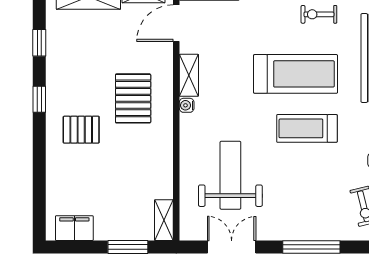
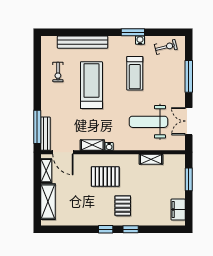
window: (39, 43) -> (131, 229), moved
treadmill: (307, 128) -> (135, 73), moved
shelving: (164, 220) -> (151, 159), moved

